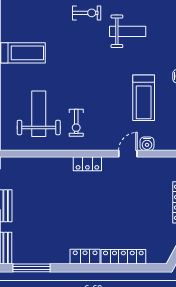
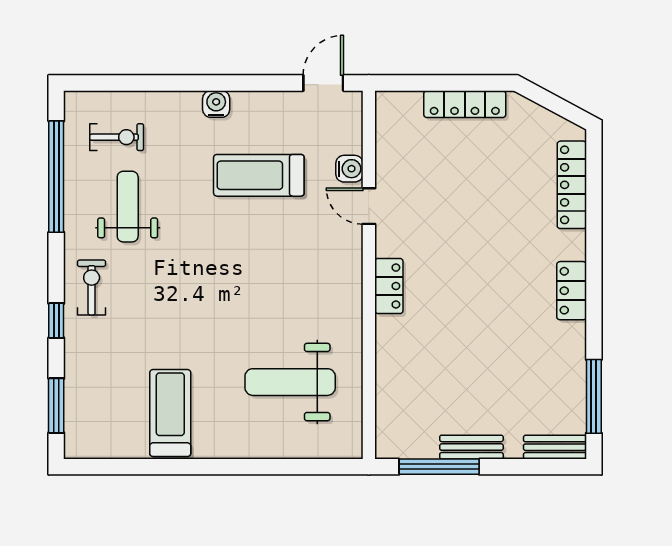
treadmill: (144, 98) -> (259, 175), turned 180
exercise bike: (76, 123) -> (117, 137), moved
locker: (123, 257) -> (572, 185), moved

